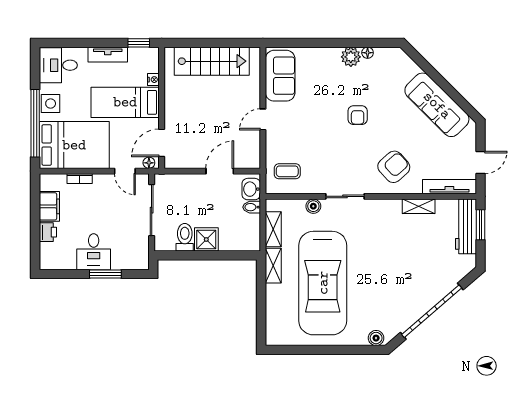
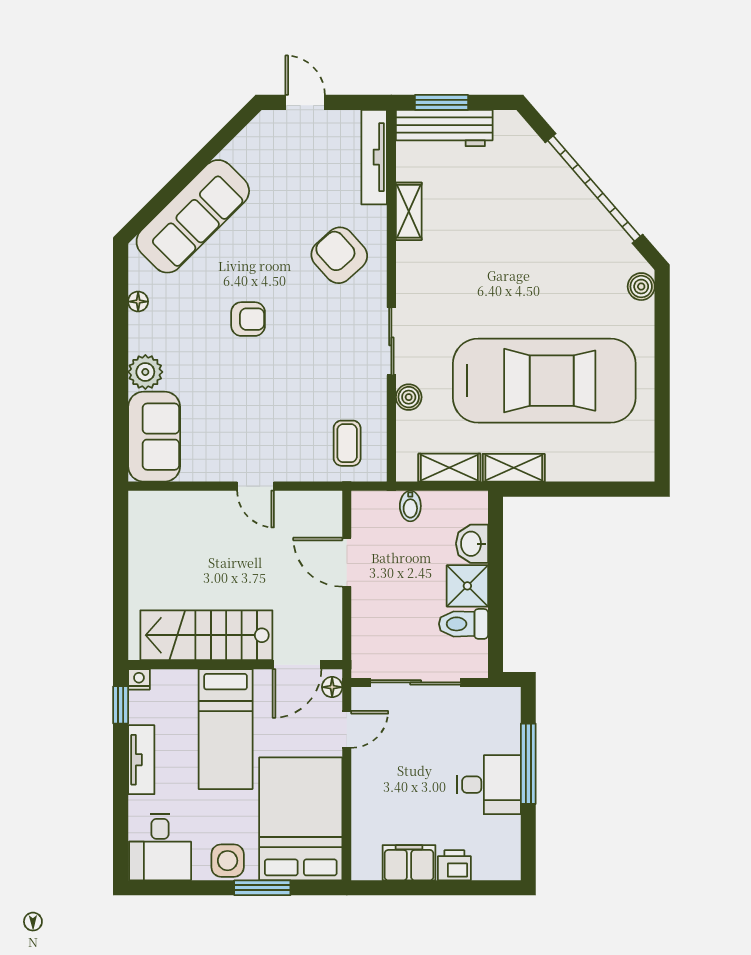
plant: (351, 57) -> (145, 372), moved
stairs: (212, 61) -> (206, 635), moved, turned -90
sofa: (280, 76) -> (154, 437), moved, turned 90
nightstand: (153, 80) -> (139, 679), moved
sofa: (437, 105) -> (193, 216), moved
window: (35, 123) -> (262, 888), width x0.47
door: (162, 143) -> (297, 665), hinge flipped
door: (480, 162) -> (305, 102), moved
bookcase: (80, 179) -> (360, 809), removed
washbasin: (251, 189) -> (472, 544), moved, turned 90
window: (105, 274) -> (528, 764), width x1.44

